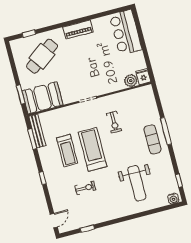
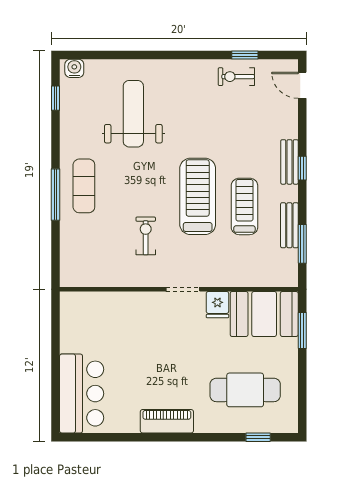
cafe table: (42, 56) -> (245, 390), turned 36
fridge: (143, 77) -> (217, 305), moved
plant: (131, 81) -> (95, 303), removed
bench: (37, 131) -> (289, 225), moved, width x0.73
treadmill: (93, 149) -> (198, 196), turned 180
bench: (50, 179) -> (289, 162), added
exercise bike: (85, 188) -> (236, 77), moved
door: (54, 221) -> (302, 85), hinge flipped

